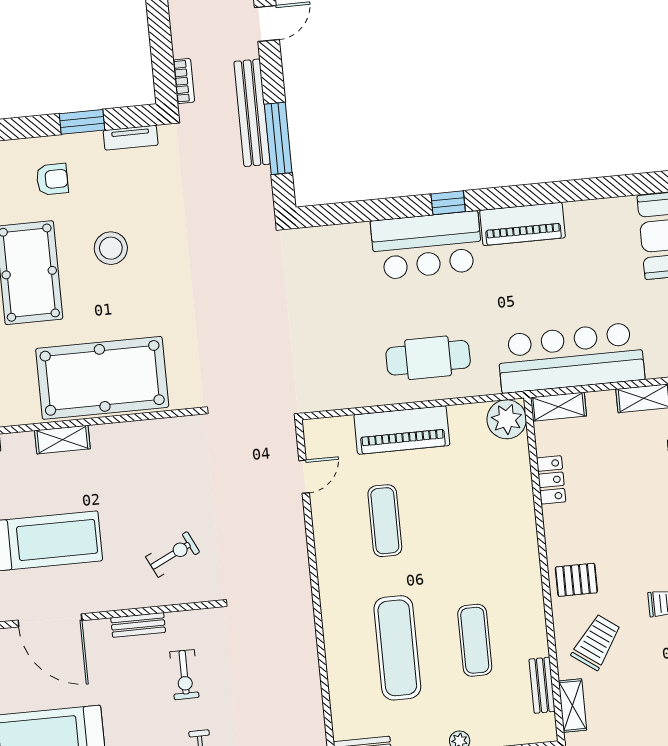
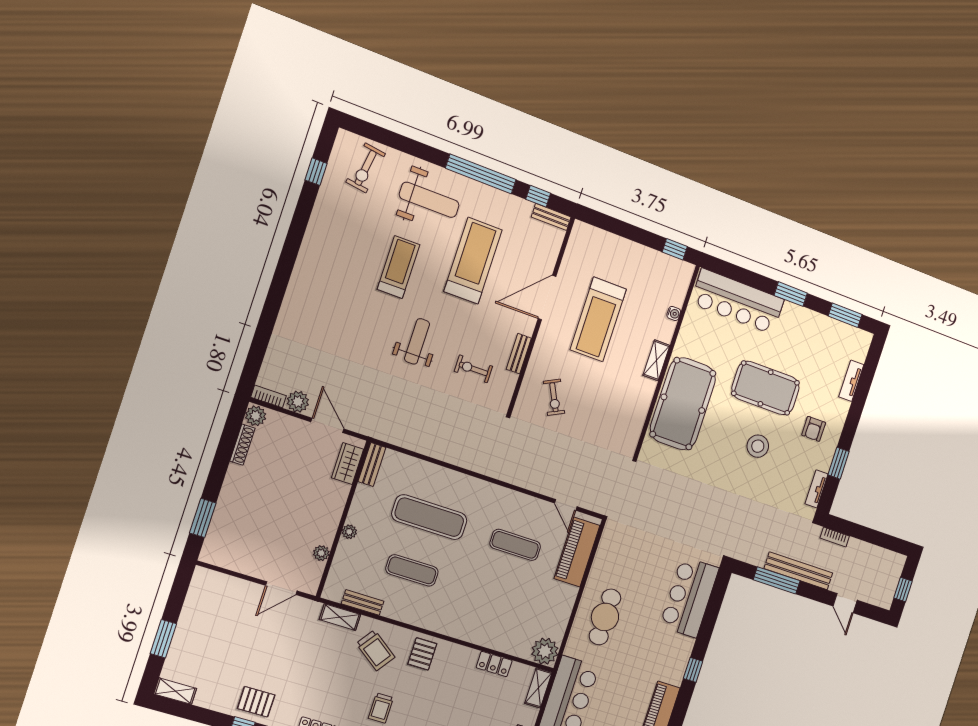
bar counter: (427, 245) -> (689, 597), moved
piano: (402, 430) -> (577, 552), moved

